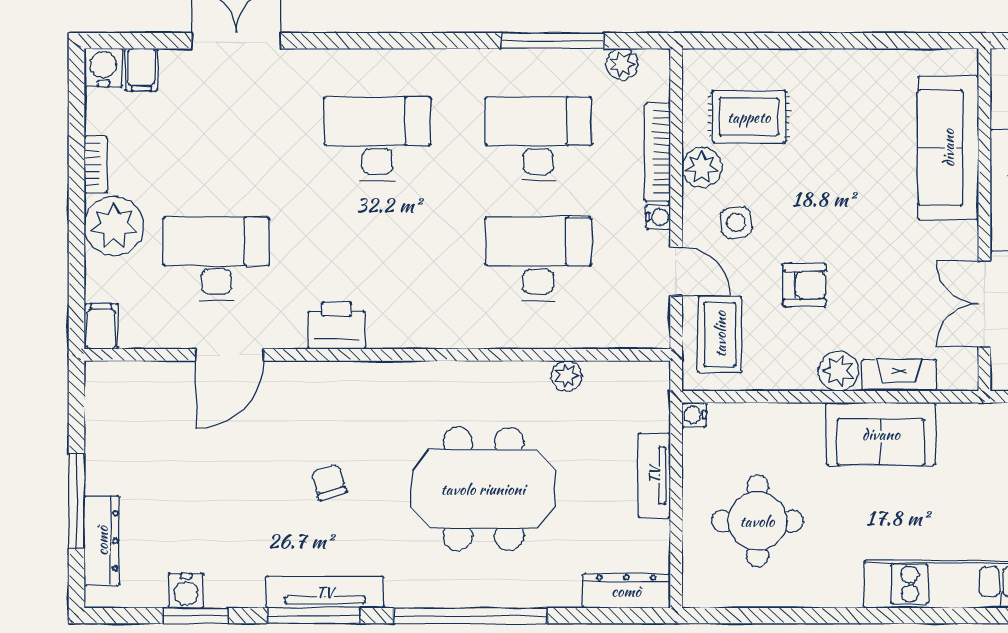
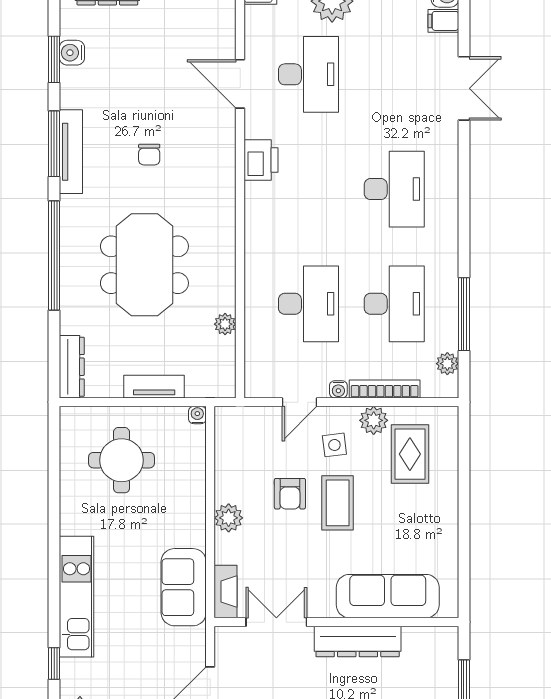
coffee table: (720, 334) -> (338, 503), moved, turned 90
fireplace: (899, 375) -> (226, 591), moved
sofa: (881, 434) -> (184, 587), moved
chair: (329, 482) -> (149, 155), turned 107

